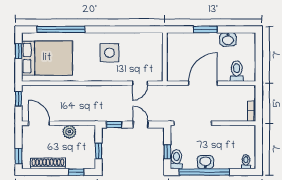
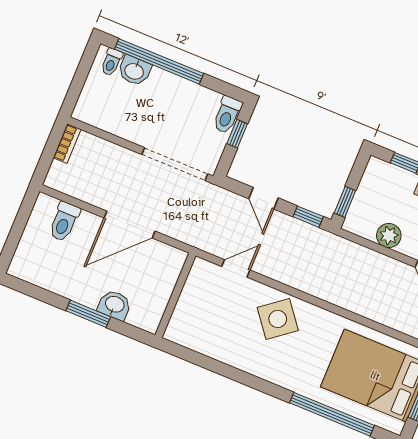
washbasin: (228, 39) -> (114, 305), moved
side table: (109, 53) -> (278, 319), moved, turned -38
window: (99, 151) -> (345, 202), moved
washbasin: (205, 162) -> (134, 71), moved
window: (204, 172) -> (159, 61), moved

